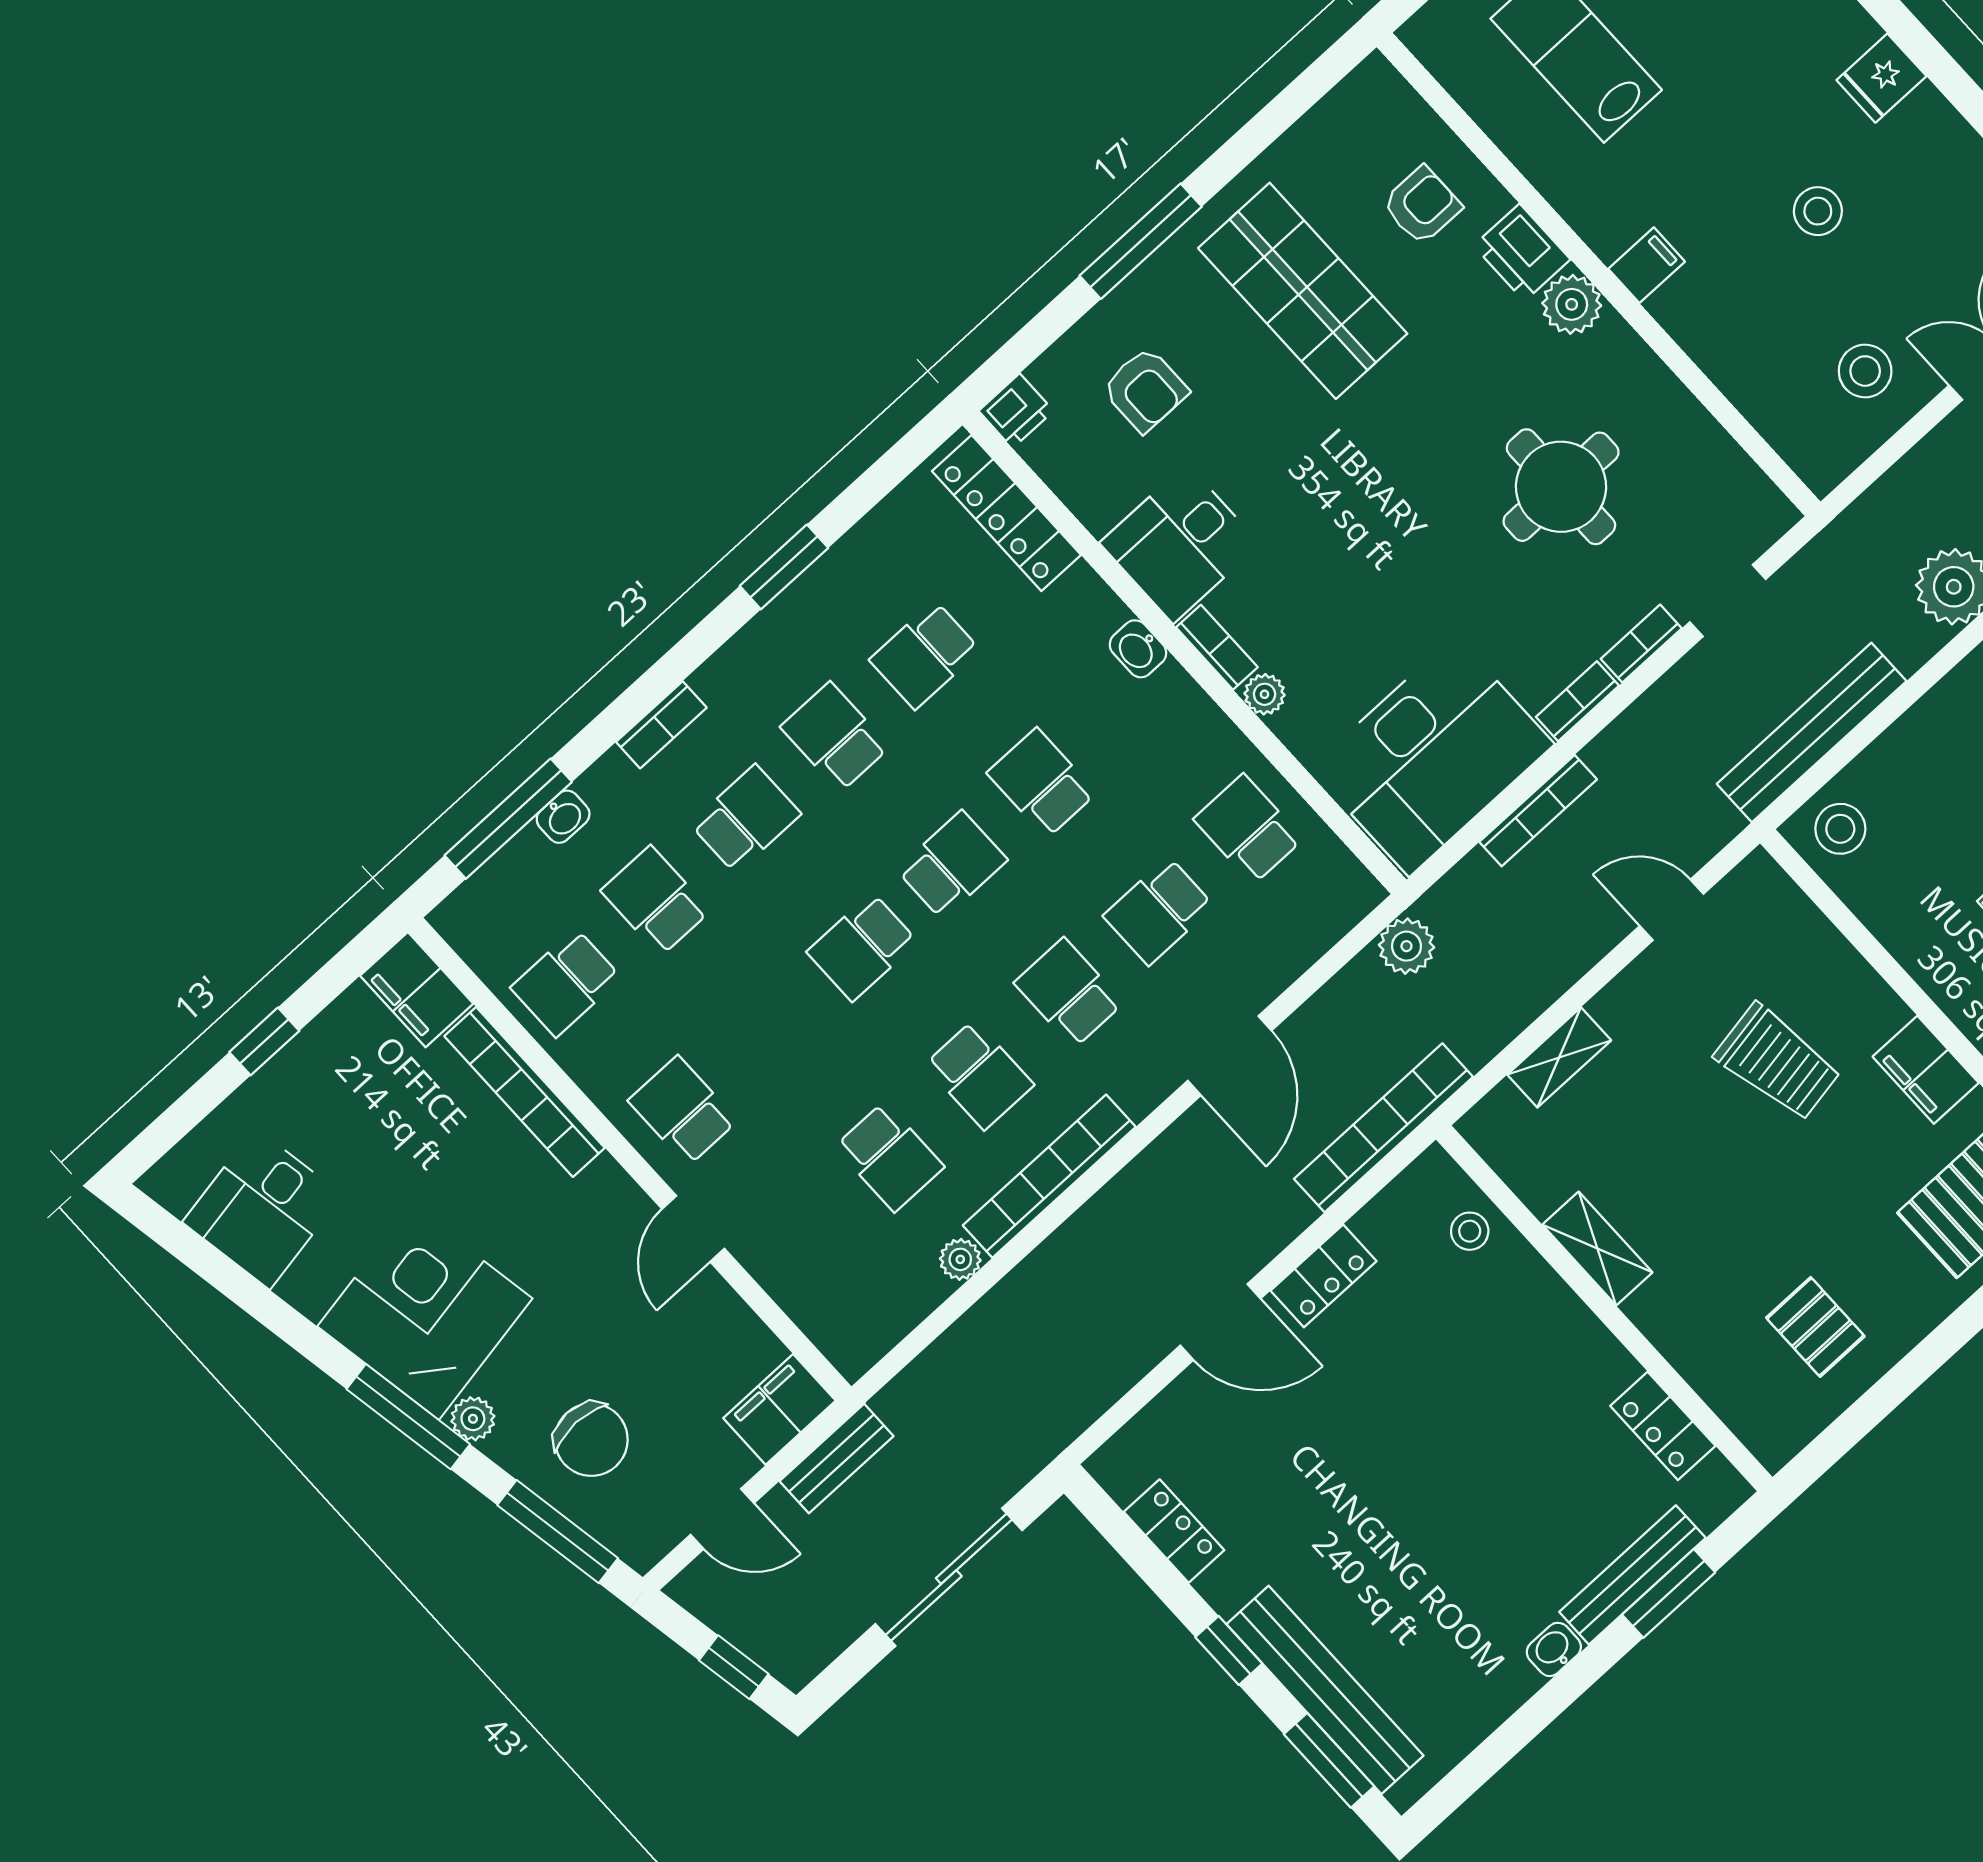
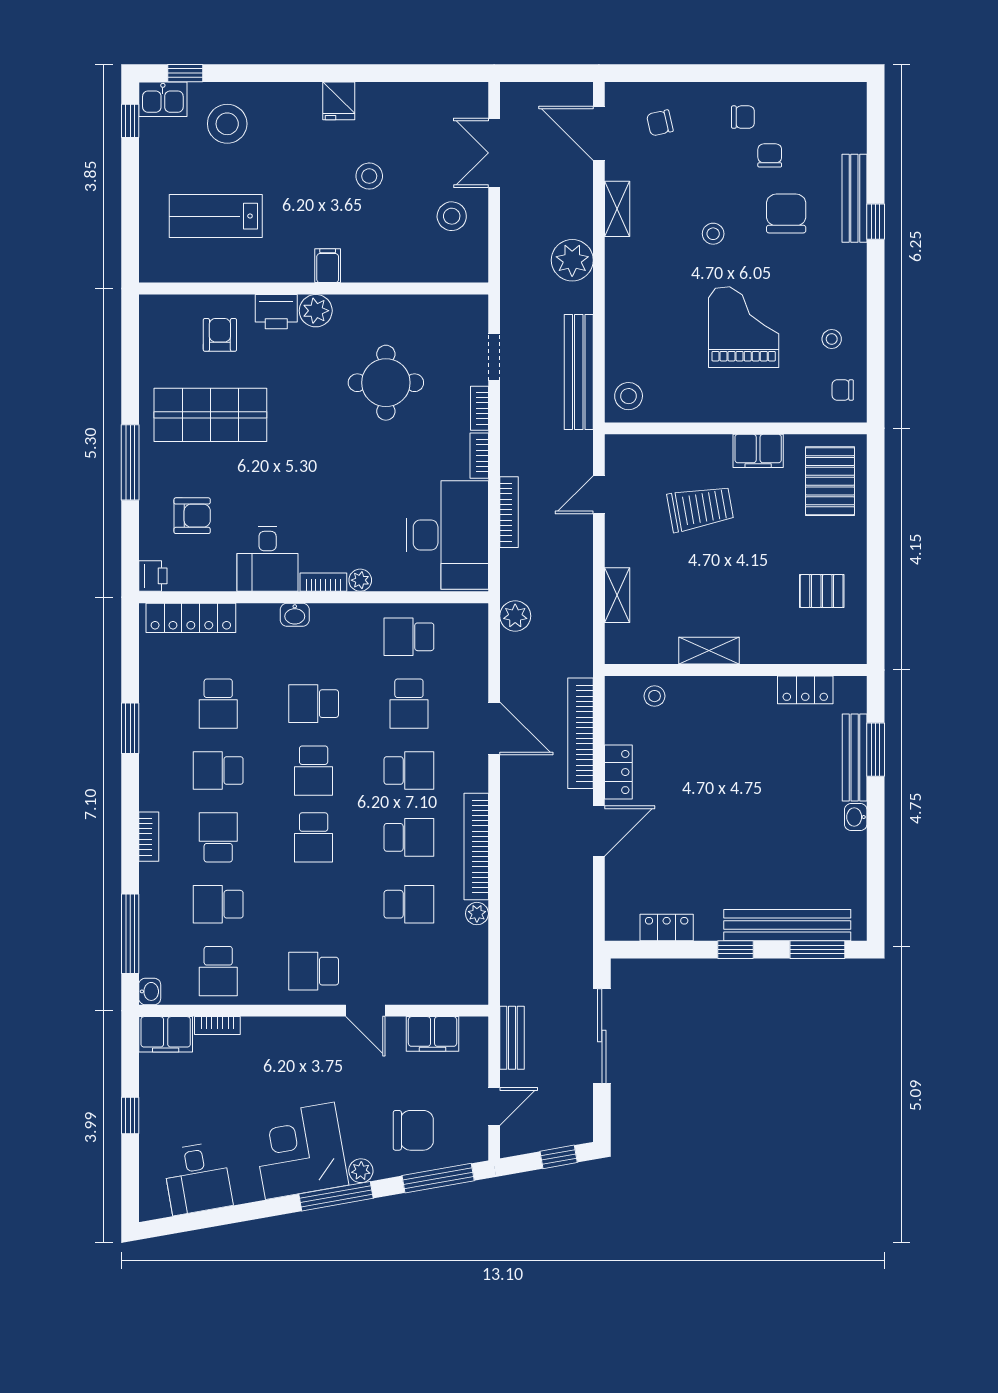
washbasin: (563, 817) -> (150, 991), moved
school desk: (952, 865) -> (314, 771), turned 180
school desk: (1069, 993) -> (409, 771), turned 180
bookcase: (525, 1092) -> (217, 1026), width x0.43, depth x0.76
bookcase: (1383, 1128) -> (581, 733), moved
filing cabinet: (779, 1409) -> (433, 1034), moved, turned -90

